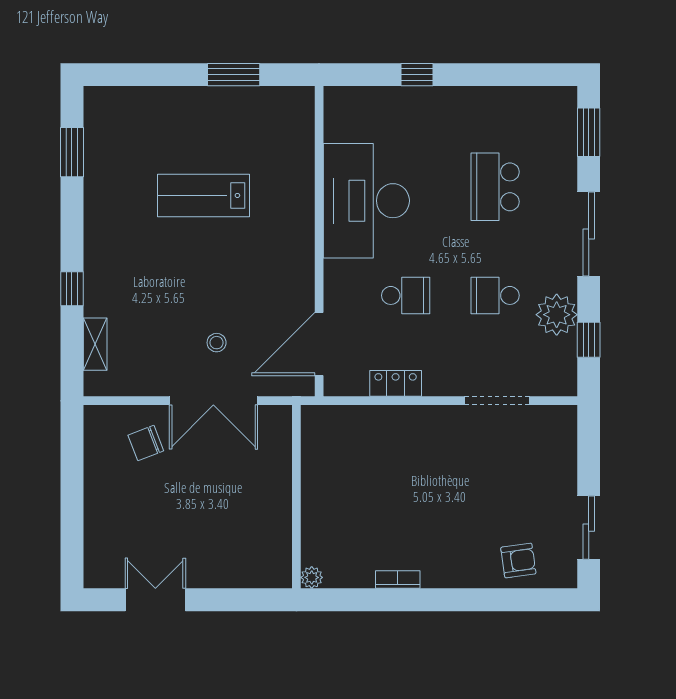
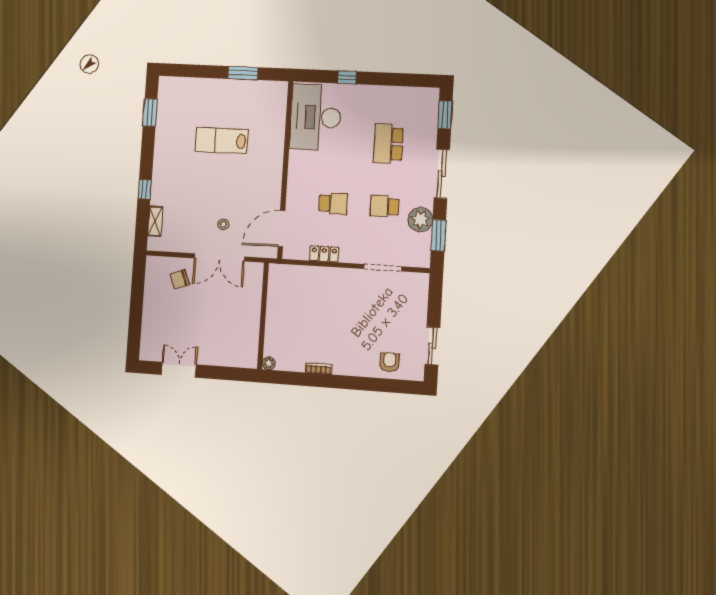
desk: (366, 201) -> (316, 117), moved
window: (589, 340) -> (438, 235), width x1.50
armchair: (518, 561) -> (390, 362), turned -82

